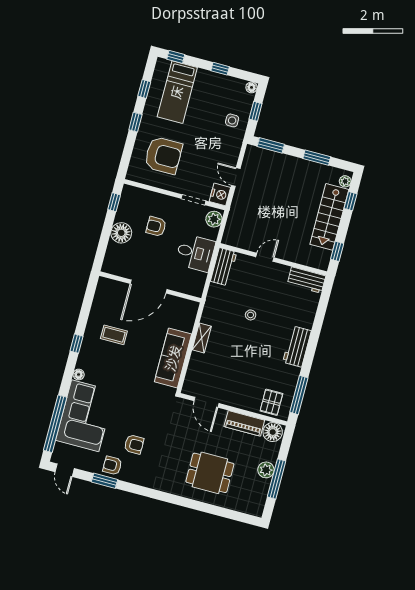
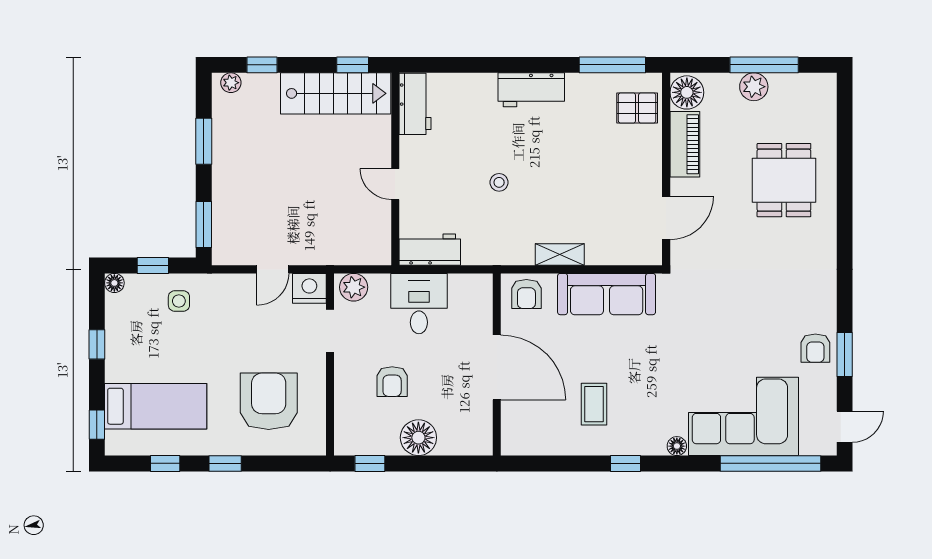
stairs: (329, 217) -> (336, 93), moved
armchair: (134, 444) -> (526, 294), moved, turned 180

